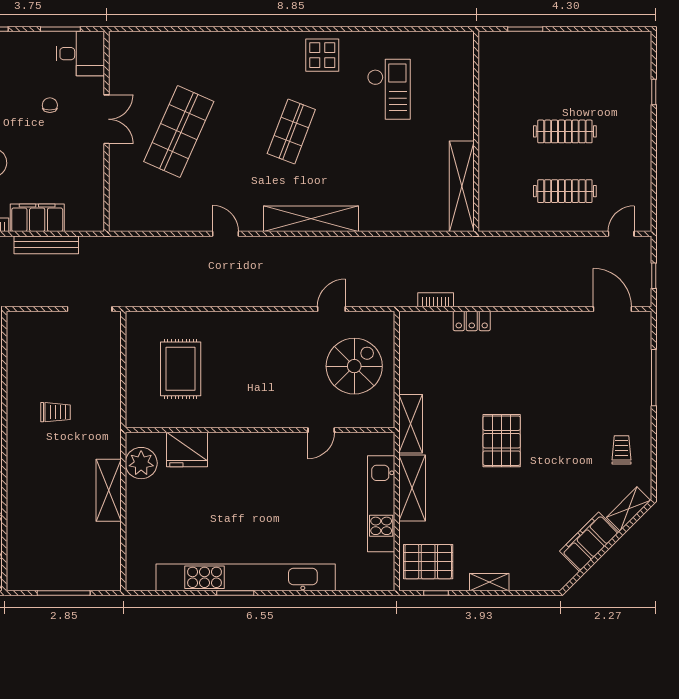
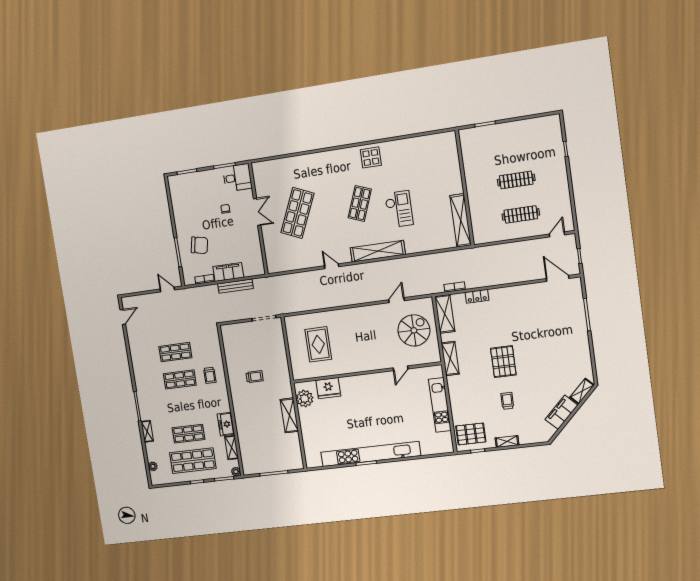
checkout: (389, 89) -> (399, 209), moved
trolley: (621, 450) -> (507, 401), moved
shelving: (412, 488) -> (445, 314), moved

